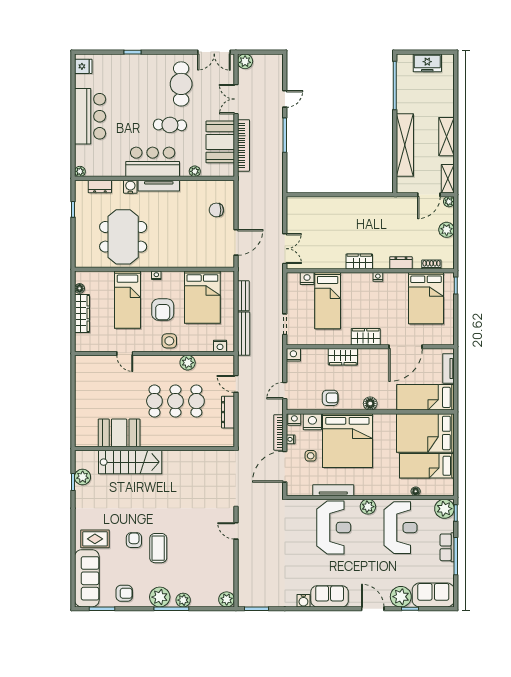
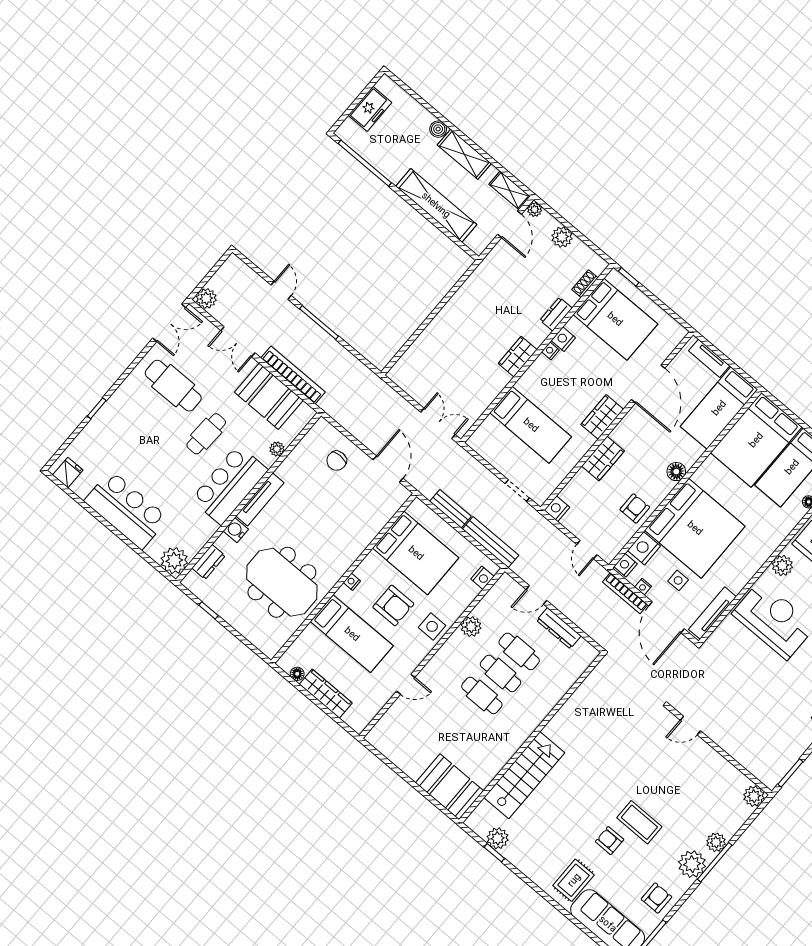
boiler: (448, 110) -> (438, 129), added
plant: (80, 171) -> (174, 561), width x1.88, depth x1.88
nightstand: (307, 278) -> (563, 339), moved
booth: (119, 433) -> (450, 787), moved, turned 90
tv unit: (333, 490) -> (712, 613), moved

